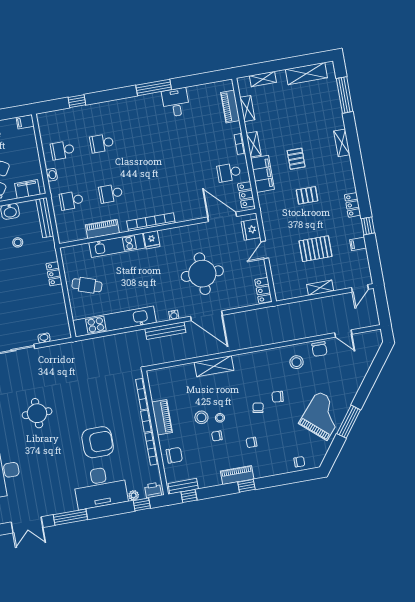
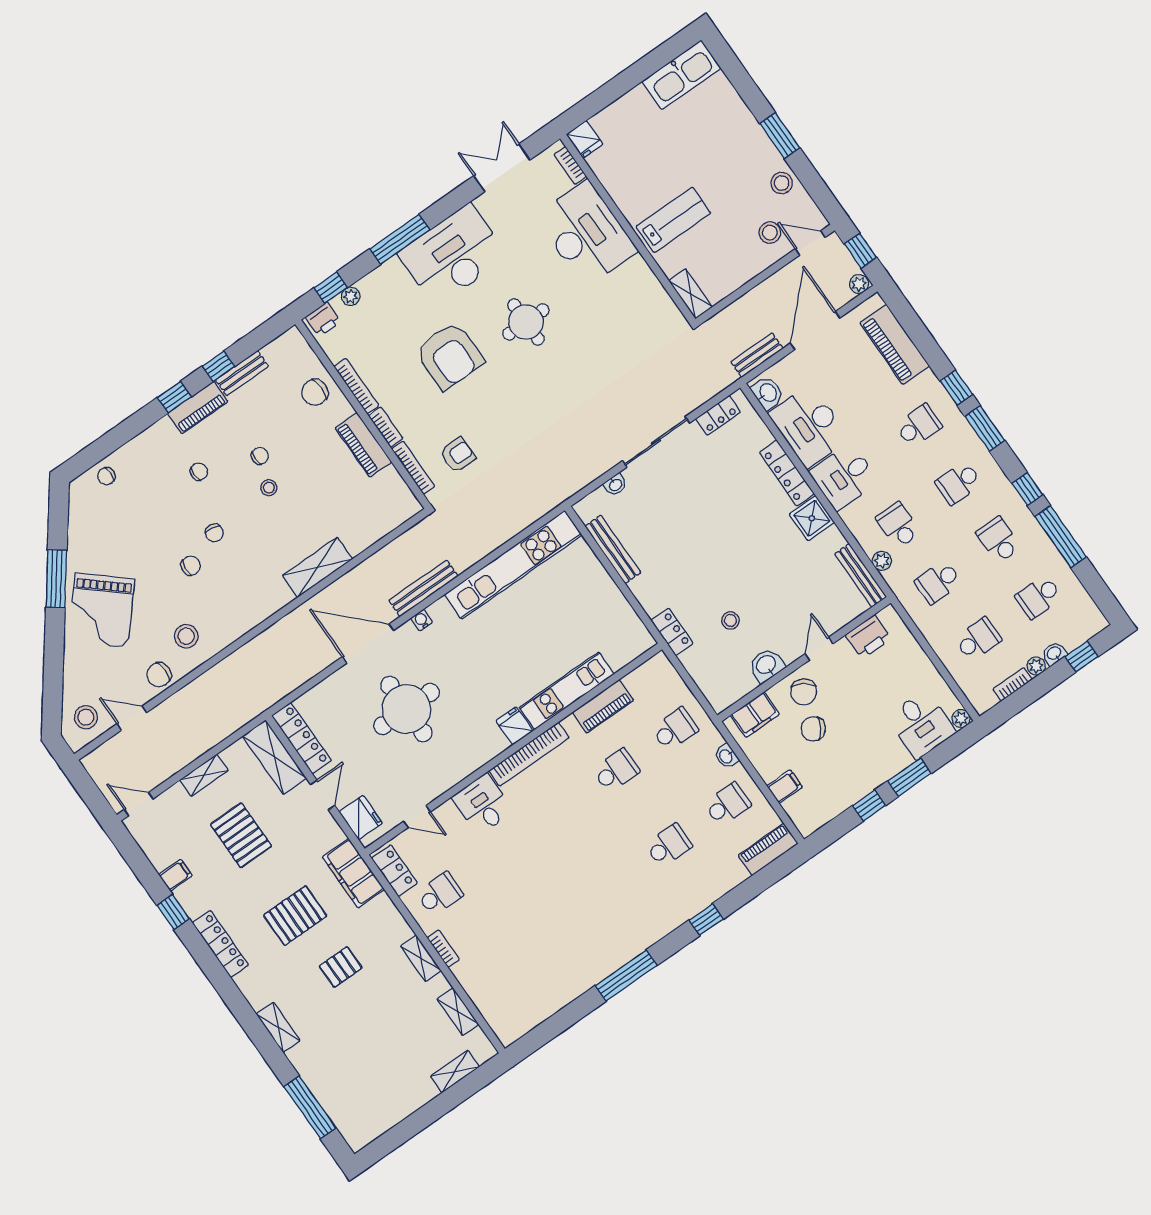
shelving: (306, 74) -> (274, 757), moved, turned 90
window: (77, 101) -> (706, 920), moved
desk: (176, 102) -> (483, 804), moved, turned 180
piano: (230, 107) -> (768, 849), moved, turned -90
filing cabinet: (25, 122) -> (785, 787), moved
pallet: (296, 159) -> (341, 967), turned 90
filing cabinet: (262, 174) -> (353, 873), moved
pallet: (307, 195) -> (295, 916), width x1.50, depth x1.42
locker: (353, 205) -> (220, 944), width x1.53
door: (222, 217) -> (417, 817), width x0.53
bench: (45, 218) -> (613, 549), moved
pallet: (316, 249) -> (241, 835), turned 90
locker: (54, 274) -> (672, 632), moved
cafe table: (87, 285) -> (585, 603), removed
door: (360, 288) -> (139, 804), hinge flipped
locker: (263, 290) -> (301, 738), width x1.53
chair: (319, 349) -> (159, 675), turned -90
armchair: (117, 390) -> (458, 455), added
round table: (37, 413) -> (526, 322), moved
grand piano: (322, 416) -> (101, 610), moved
stool: (201, 417) -> (86, 717), moved
armchair: (98, 442) -> (449, 356), turned -90
bench: (183, 486) -> (242, 373), moved
desk: (100, 487) -> (453, 255), moved
window: (189, 496) -> (218, 366), moved
window: (70, 517) -> (400, 239), moved

